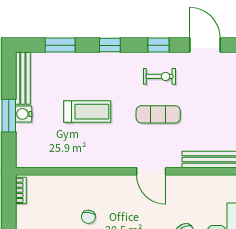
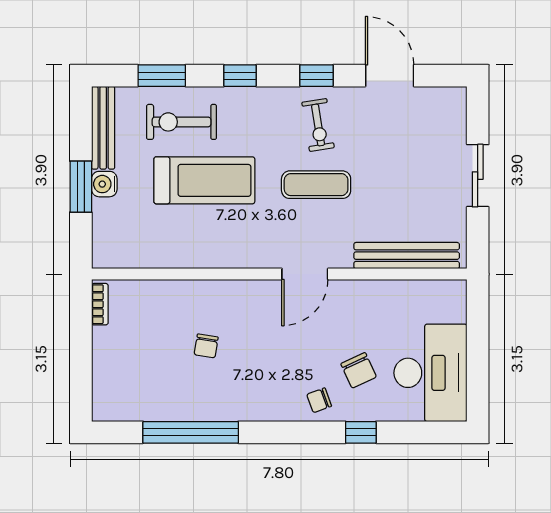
exercise bike: (73, 74) -> (181, 122), added
exercise bike: (159, 76) -> (318, 125), turned 81
treadmill: (87, 112) -> (204, 180), width x1.37, depth x1.38
door: (151, 171) -> (305, 274), hinge flipped

